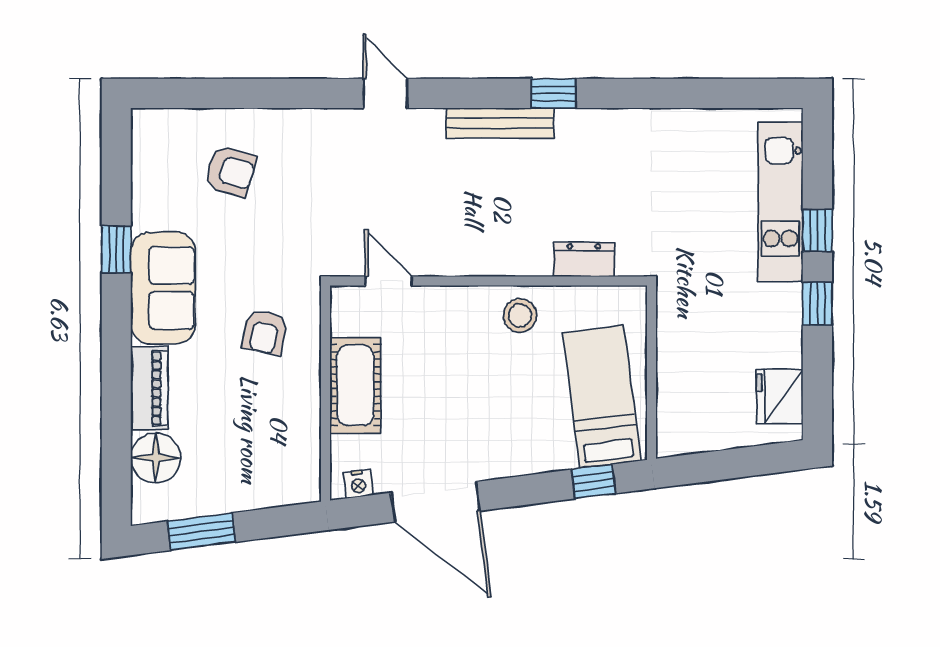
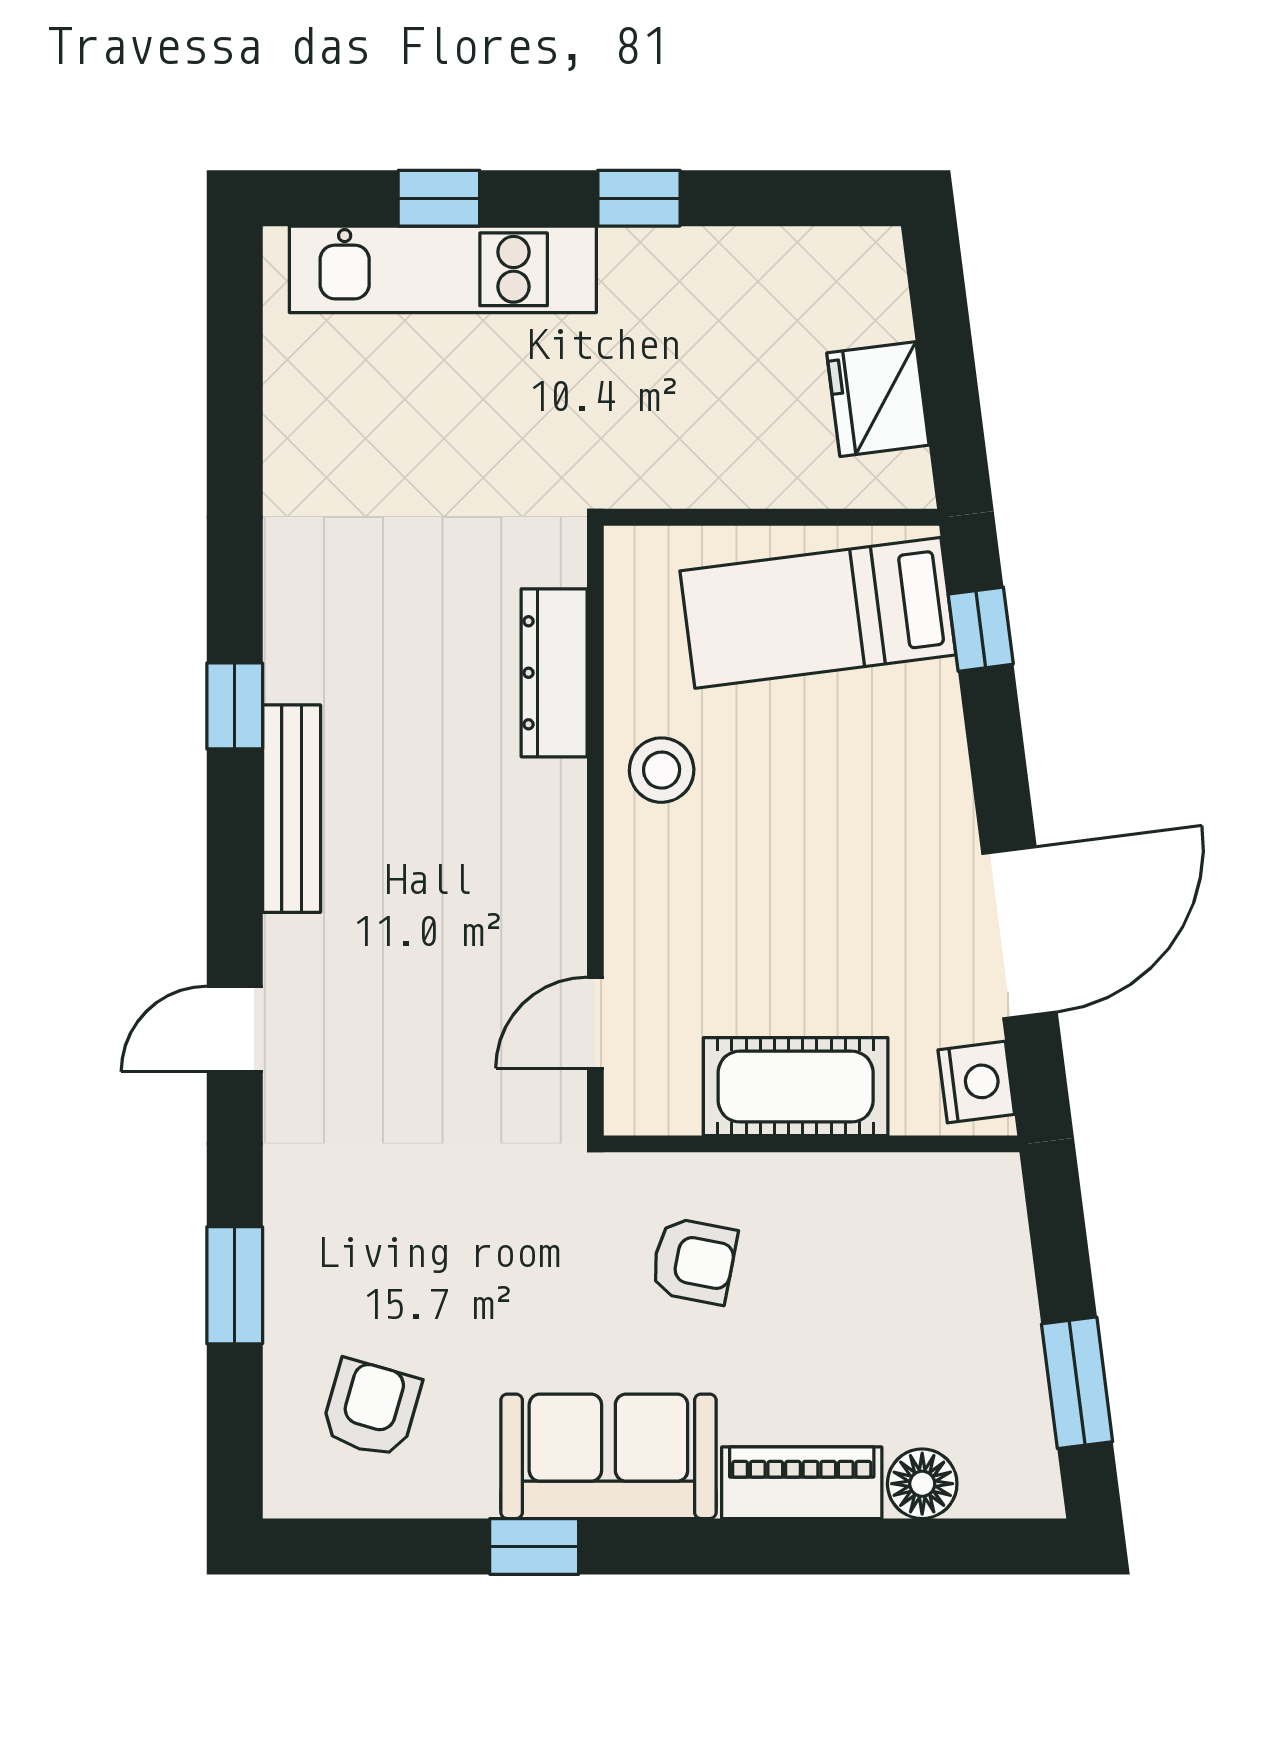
window: (252, 93) -> (235, 1285), added
armchair: (231, 171) -> (371, 1408), moved
window: (817, 231) -> (439, 198), moved
dresser: (584, 260) -> (554, 673), width x1.44
fridge: (780, 396) -> (878, 399), moved, turned 83
floor lamp: (156, 458) -> (922, 1484), width x0.73, depth x0.73
nightstand: (358, 484) -> (976, 1082), width x1.39, depth x1.35

